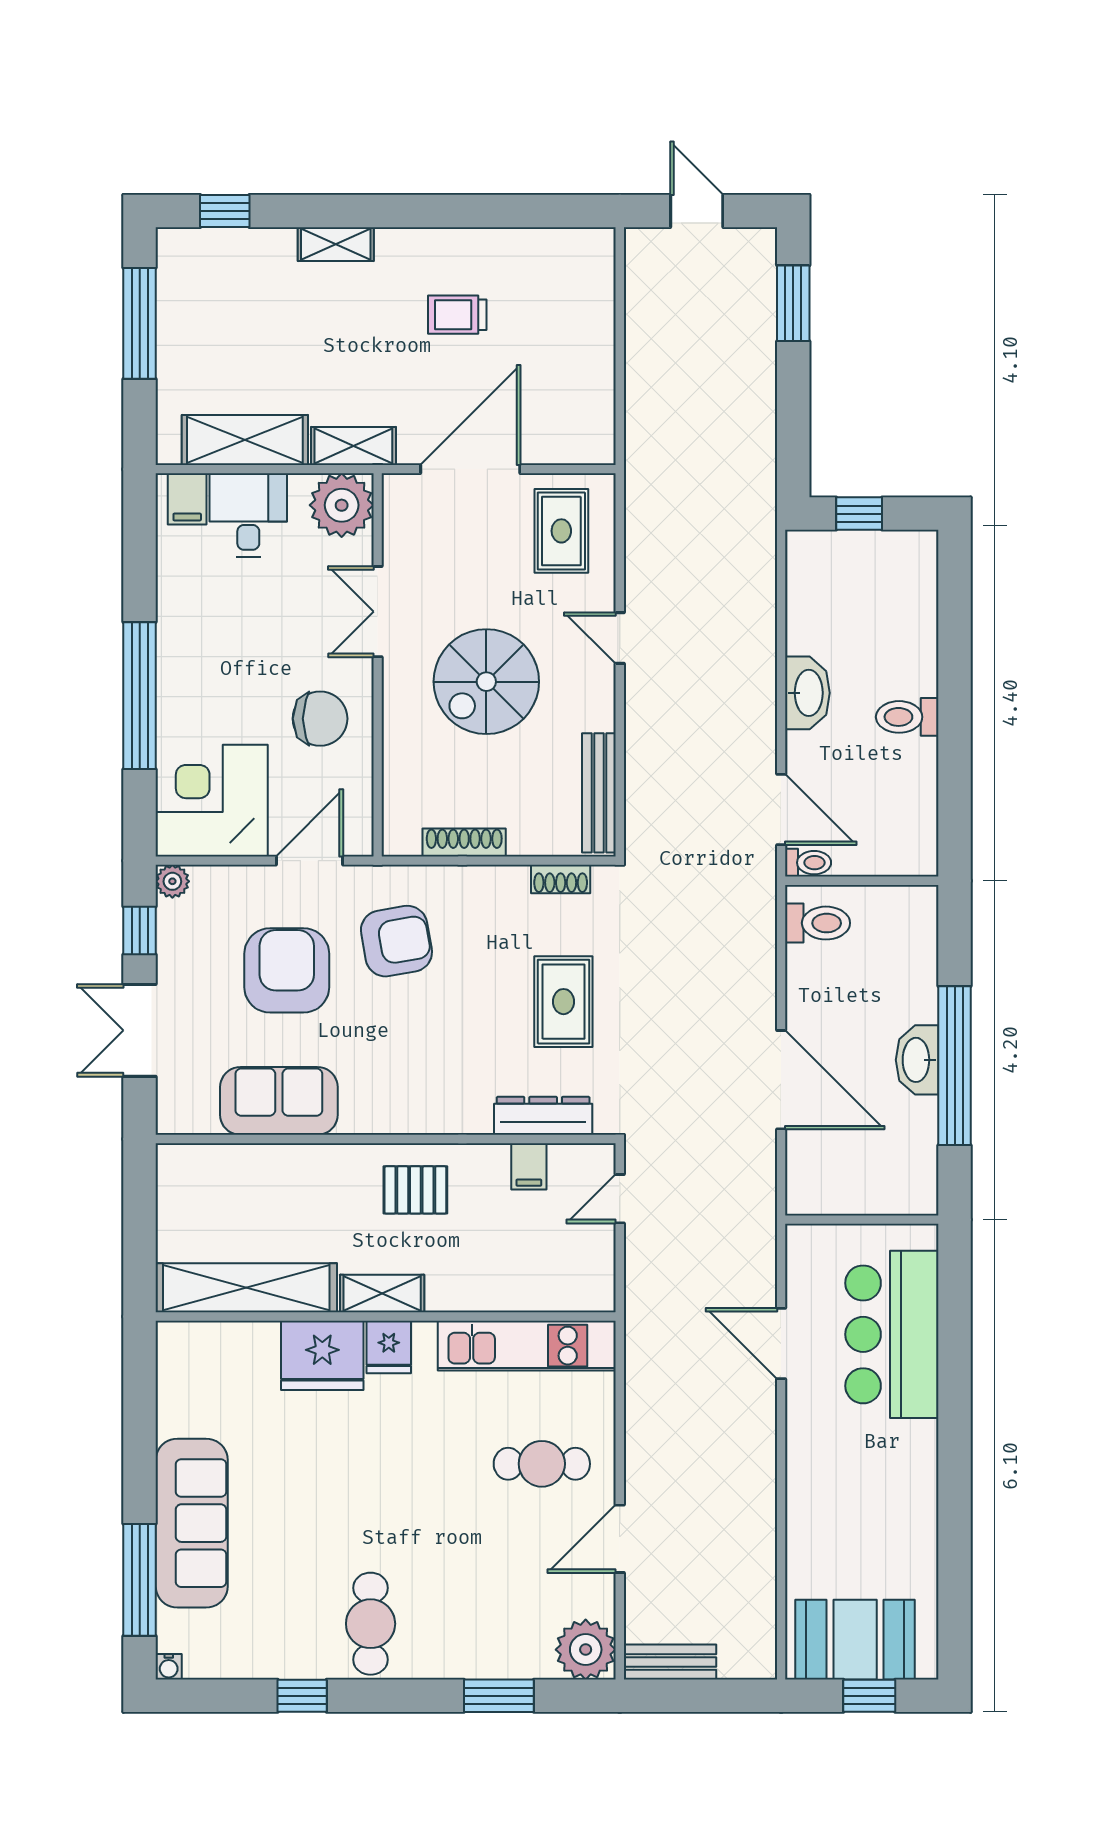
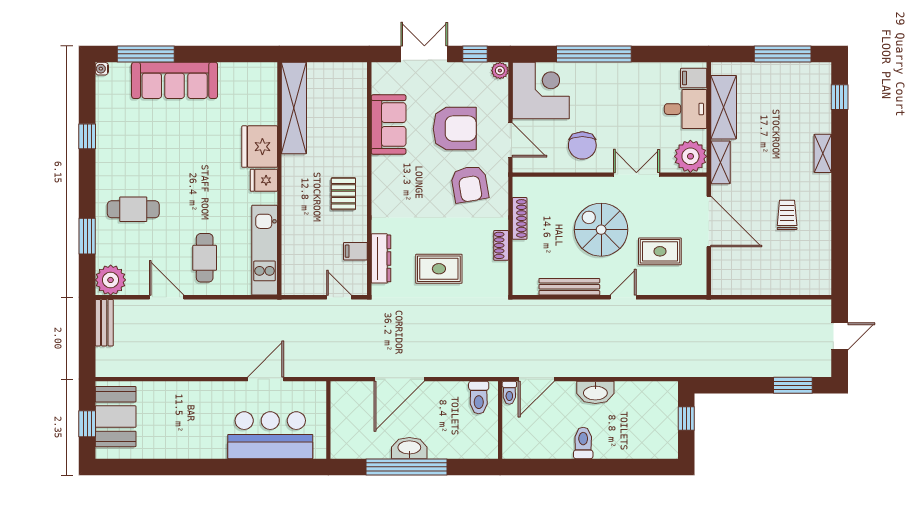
rug: (561, 531) -> (660, 251), moved
bench: (599, 793) -> (569, 287), moved
shoe rack: (561, 879) -> (501, 245), moved
shelving: (382, 1294) -> (291, 177), removed
cafe table: (371, 1624) -> (133, 209), moved

